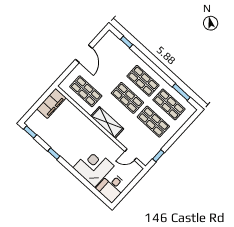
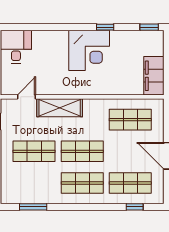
shop shelf: (169, 104) -> (130, 183), moved
shelving: (107, 123) -> (60, 108), moved
corner desk: (93, 167) -> (89, 50), moved

